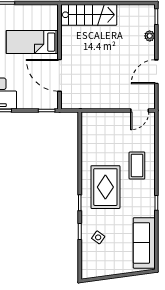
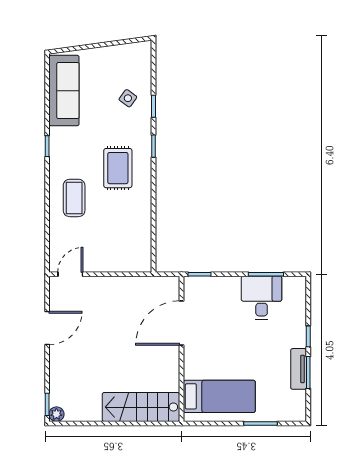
plant: (150, 36) -> (56, 414), moved
bed: (32, 42) -> (219, 396), moved
door: (60, 75) -> (181, 323), swing flipped
rug: (105, 187) -> (118, 168), width x0.73, depth x0.70

